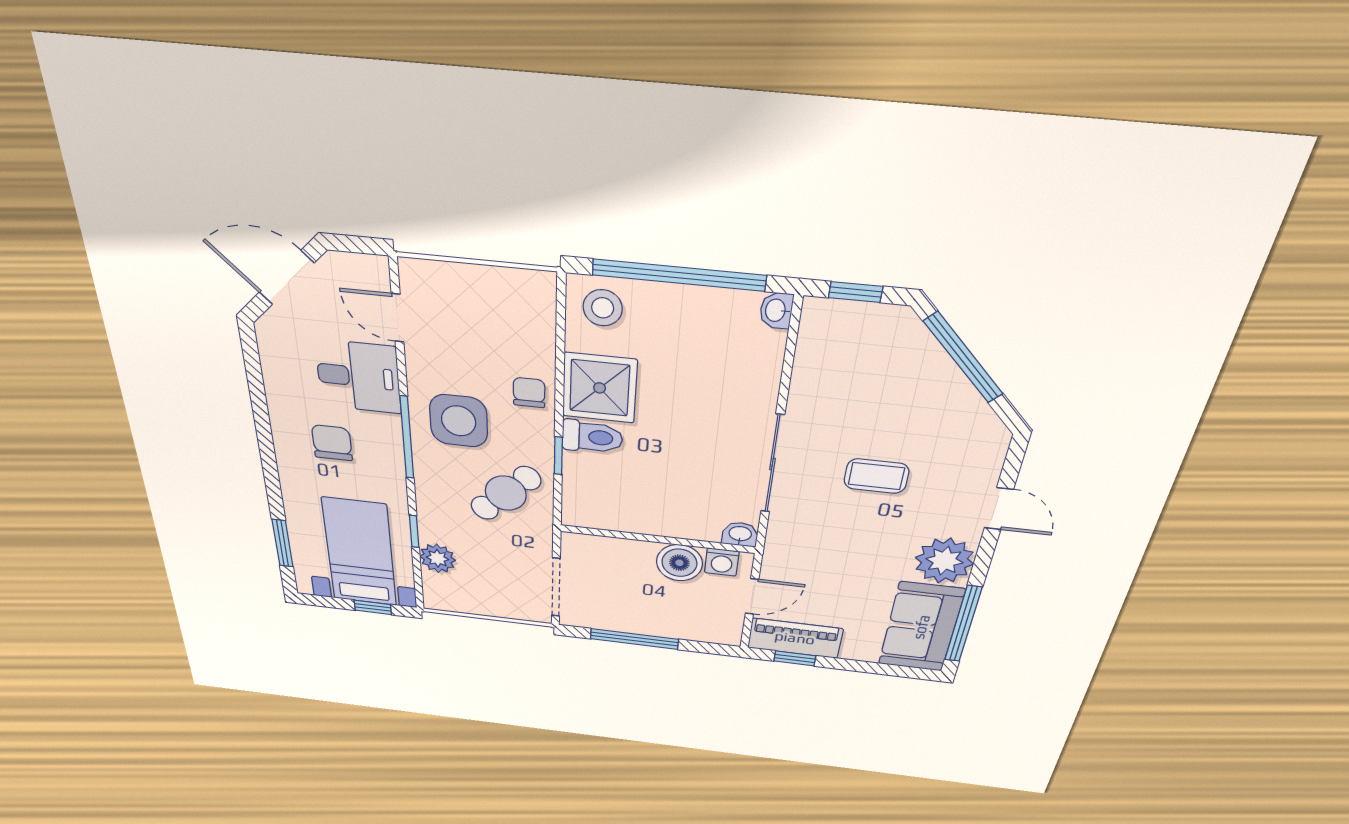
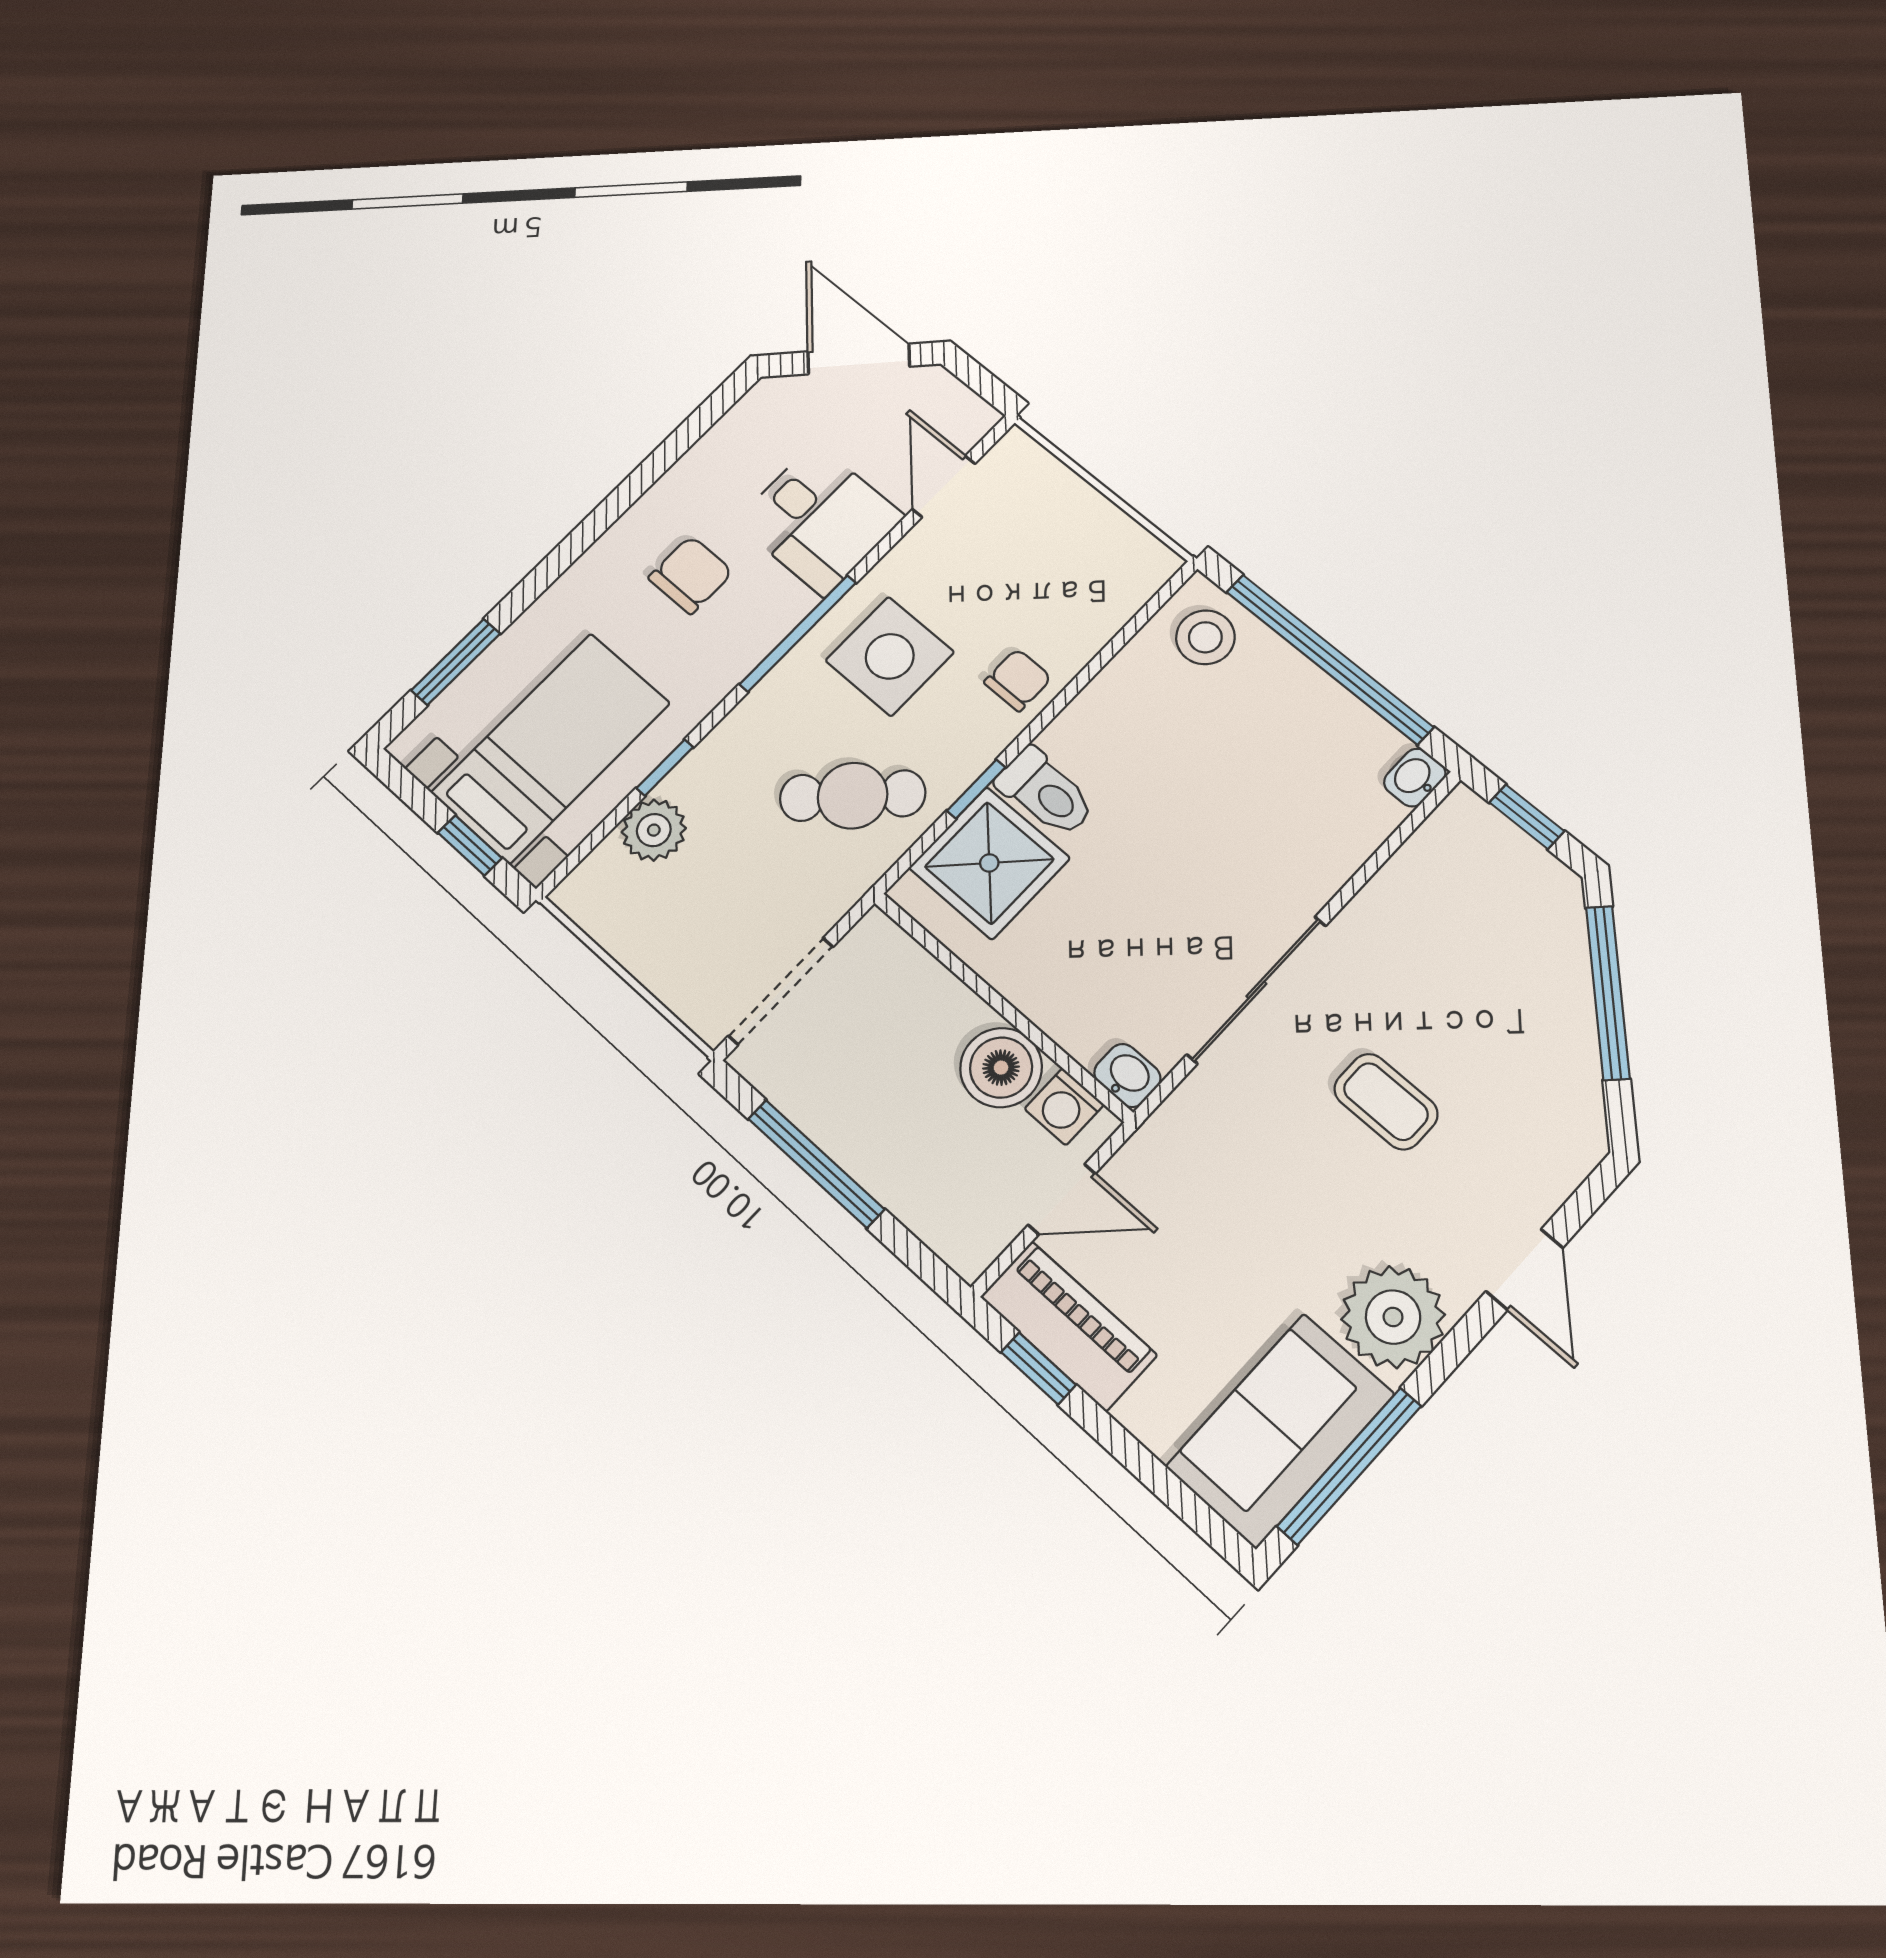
shower: (600, 388) -> (989, 863), moved

